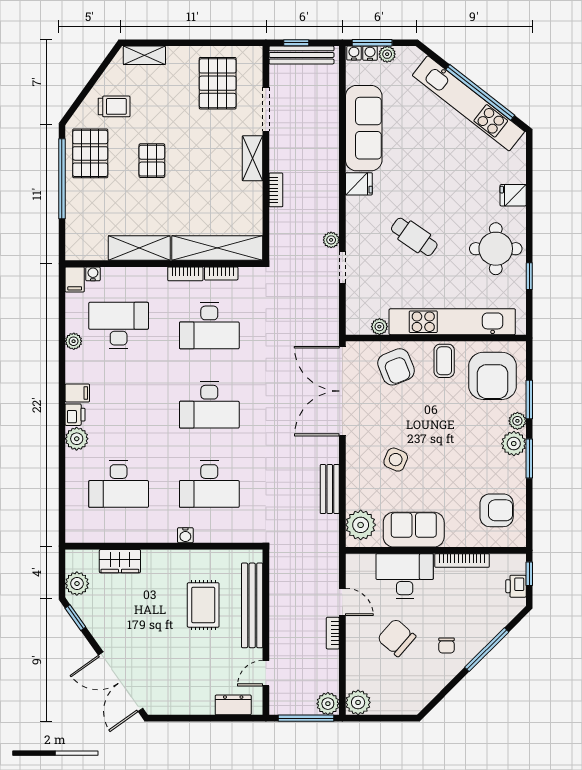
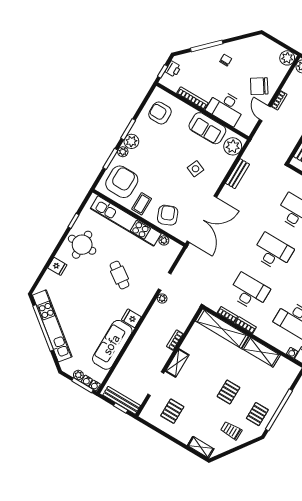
pallet: (218, 83) -> (172, 411), width x0.67, depth x0.71
pallet: (90, 153) -> (257, 414), width x0.67, depth x0.71
chair: (397, 638) -> (259, 86), moved, turned 106

